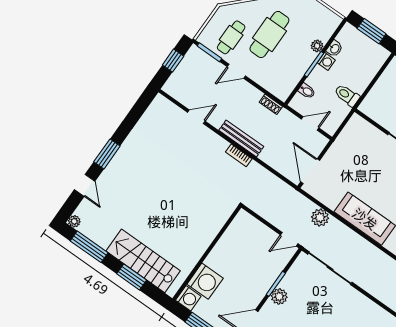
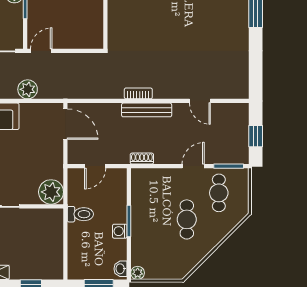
cafe table: (269, 34) -> (187, 219), width x0.73, depth x0.74
plant: (317, 46) -> (138, 273), moved
washbasin: (335, 49) -> (120, 269), moved
bidet: (307, 91) -> (118, 193), removed
door: (196, 117) -> (200, 101), hinge flipped
plant: (357, 128) -> (51, 192), added

